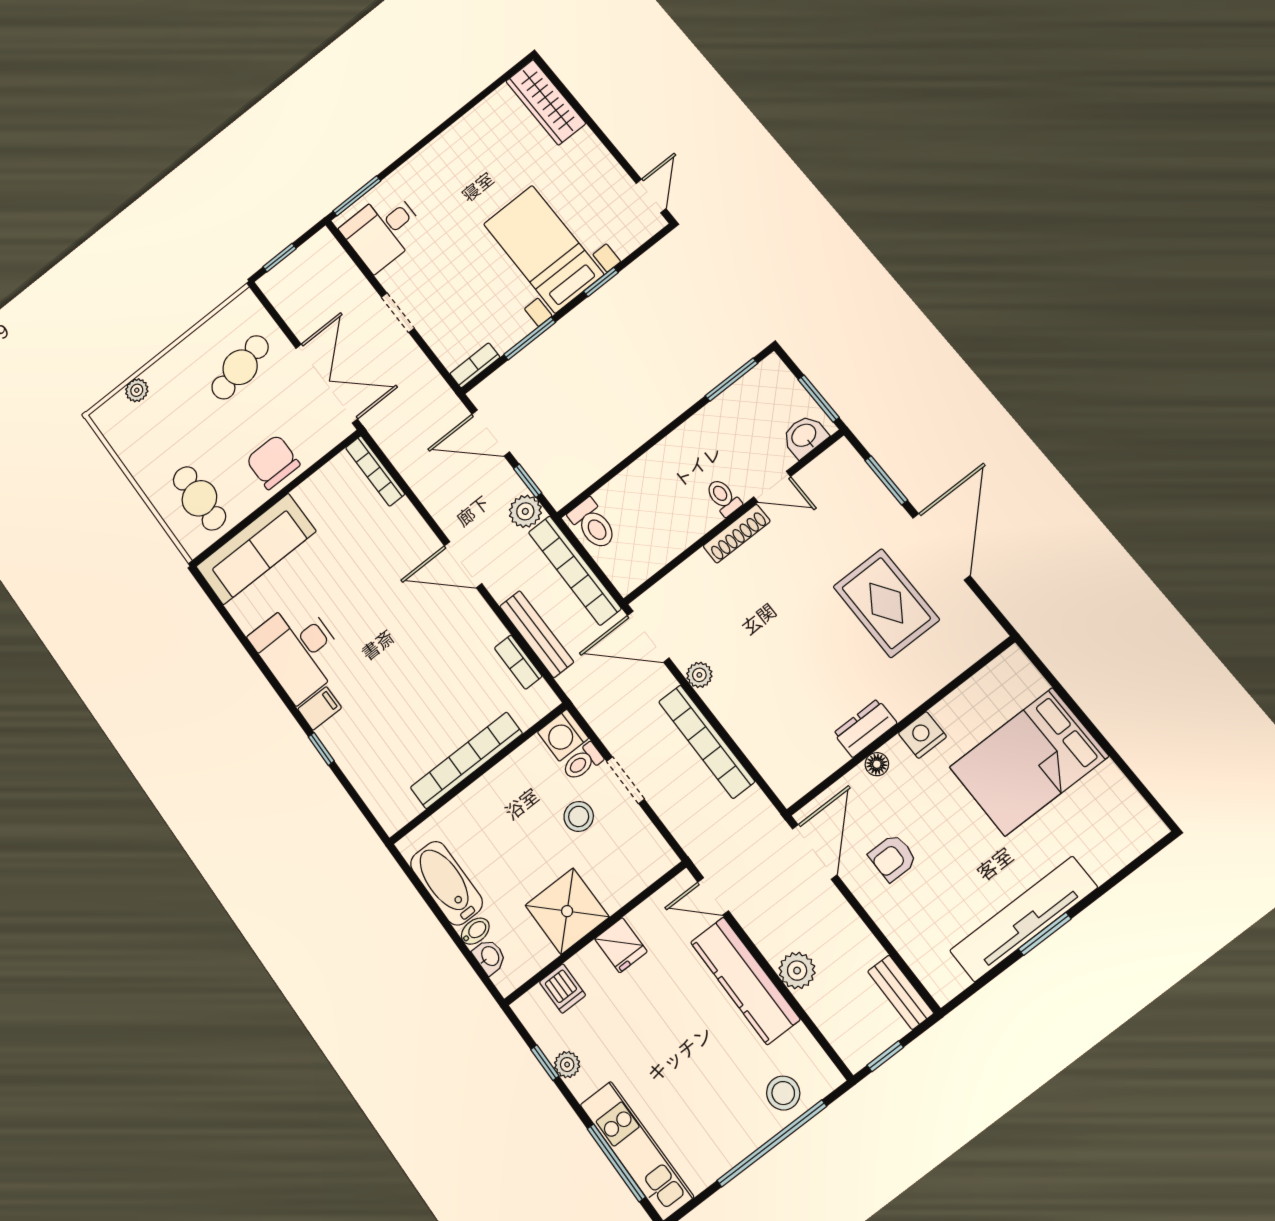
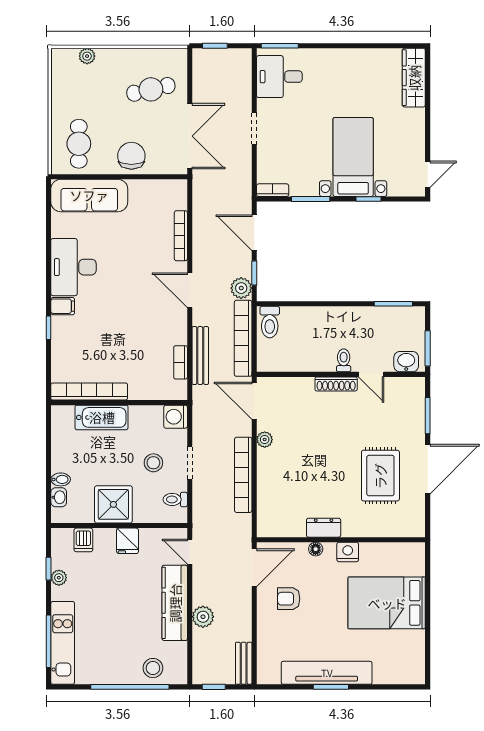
bookcase: (375, 471) -> (181, 236), moved
bookcase: (466, 760) -> (89, 391), moved
toilet: (582, 762) -> (175, 499), moved
bathtub: (446, 883) -> (102, 417), moved, turned 90

